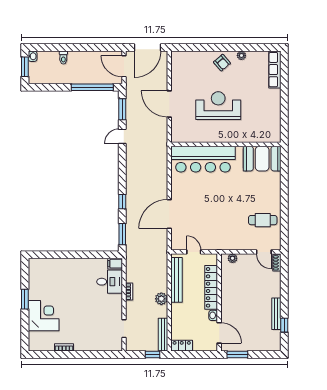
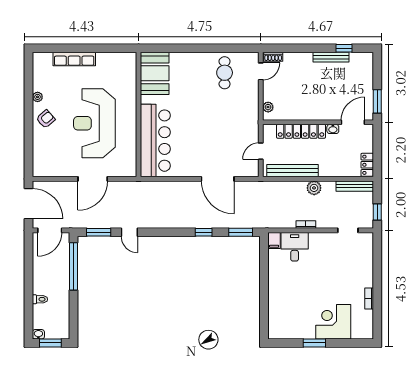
row of seats: (275, 70) -> (74, 59), moved
reception desk: (218, 106) -> (94, 123), width x1.36, depth x1.30
window: (153, 354) -> (377, 212), moved

